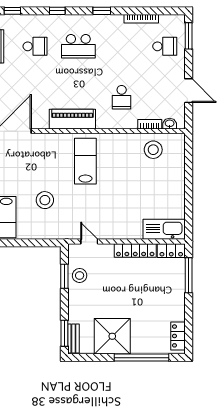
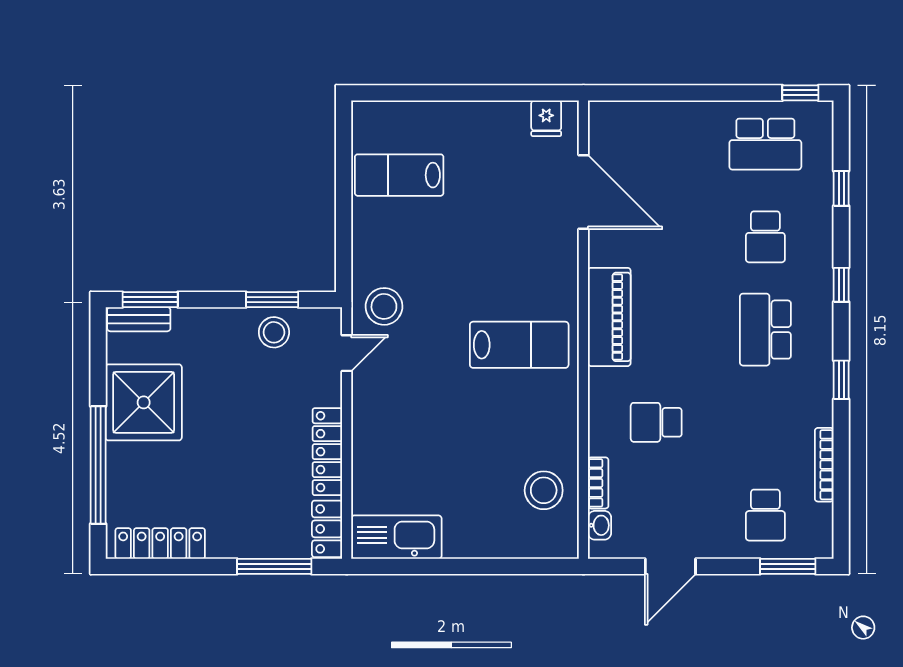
stool: (45, 200) -> (384, 306), moved
kitchen sink: (164, 229) -> (396, 537), moved, turned -90
locker: (178, 336) -> (160, 544), width x1.53

